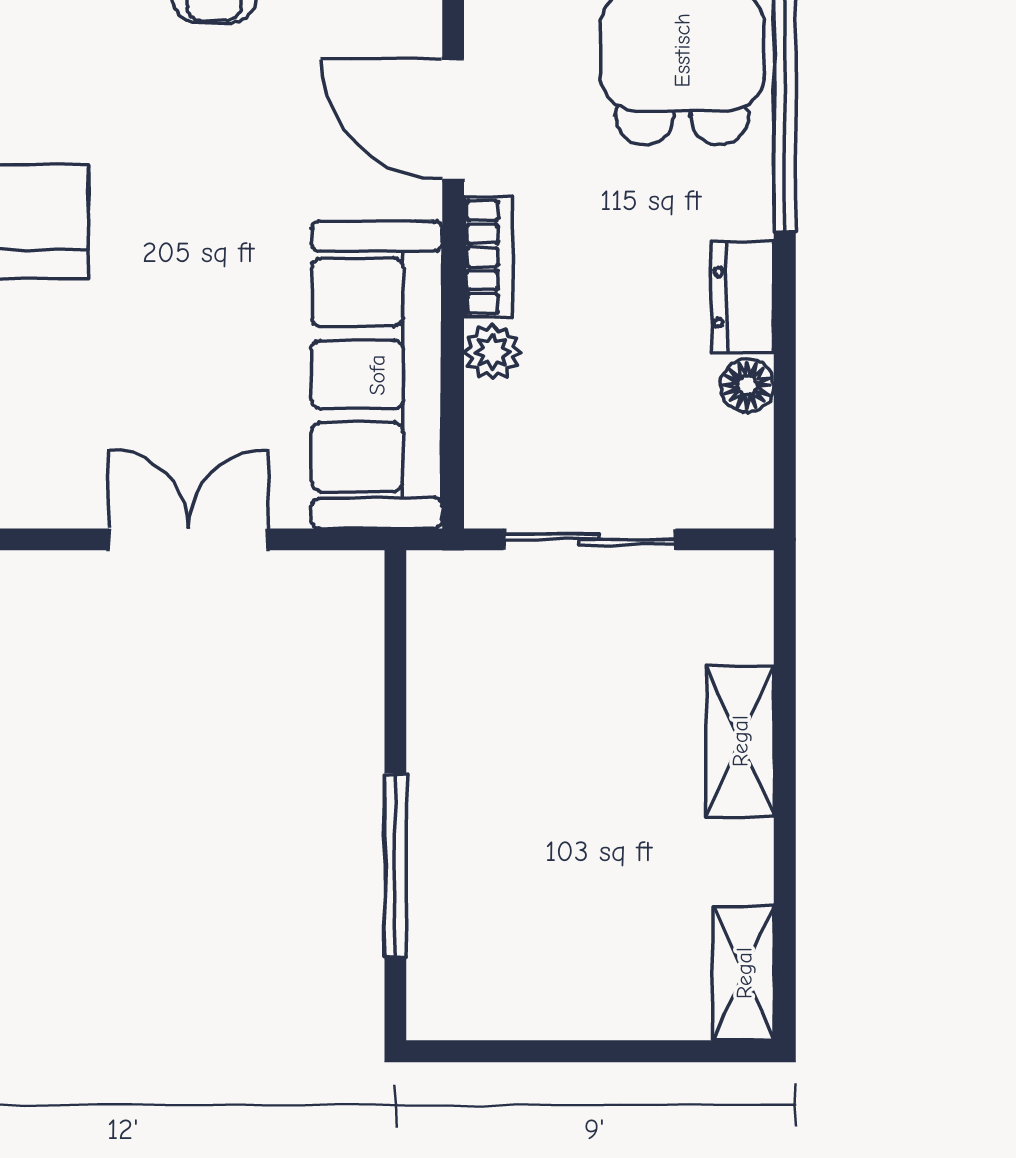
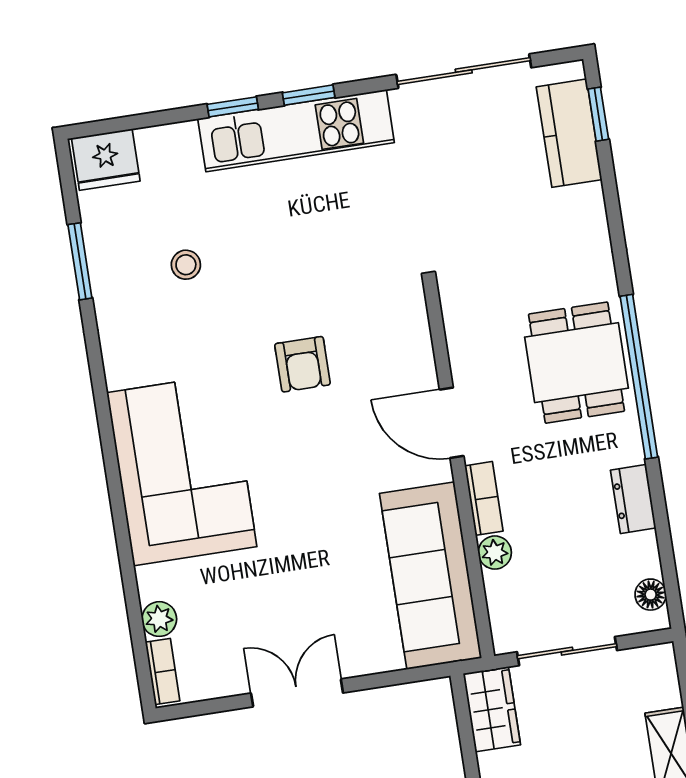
floor lamp: (747, 385) -> (651, 595), moved
double door: (188, 539) -> (297, 693), moved
wardrobe: (446, 619) -> (492, 709), added

